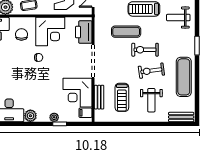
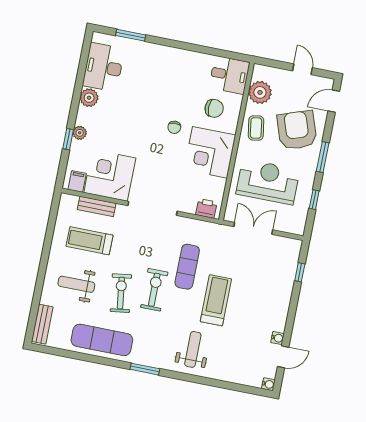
printer: (84, 32) -> (206, 208), width x0.53, depth x0.68

